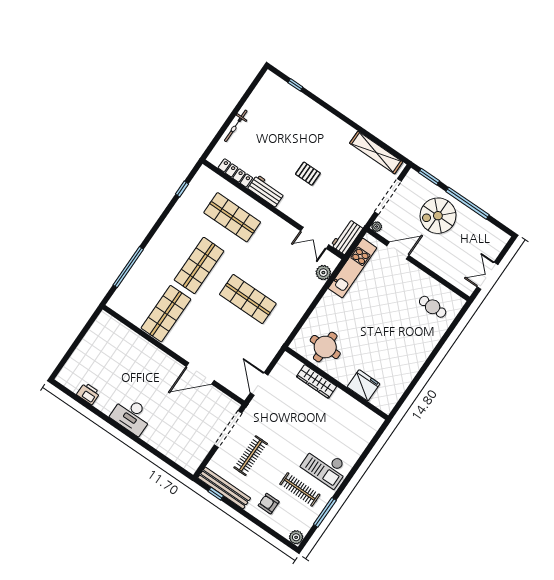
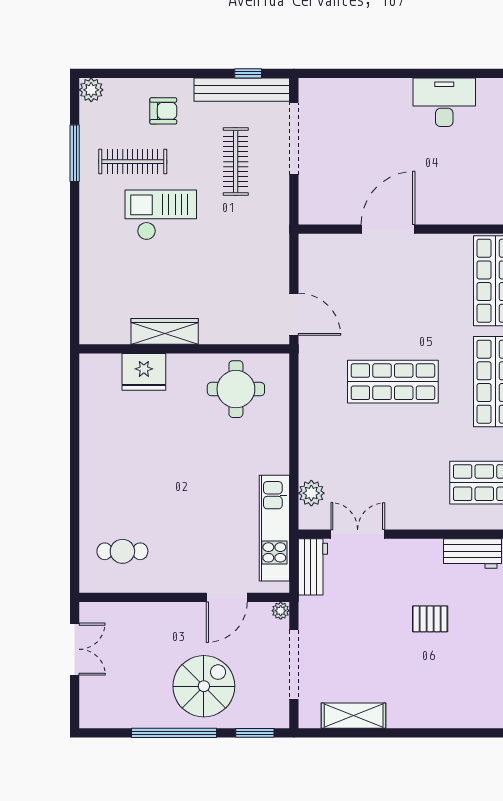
shelving: (376, 153) -> (354, 716), width x0.68
wardrobe: (316, 382) -> (165, 331), moved
door: (259, 384) -> (294, 314), moved
doorway: (228, 429) -> (294, 139), moved
checkout: (325, 466) -> (161, 215), moved

